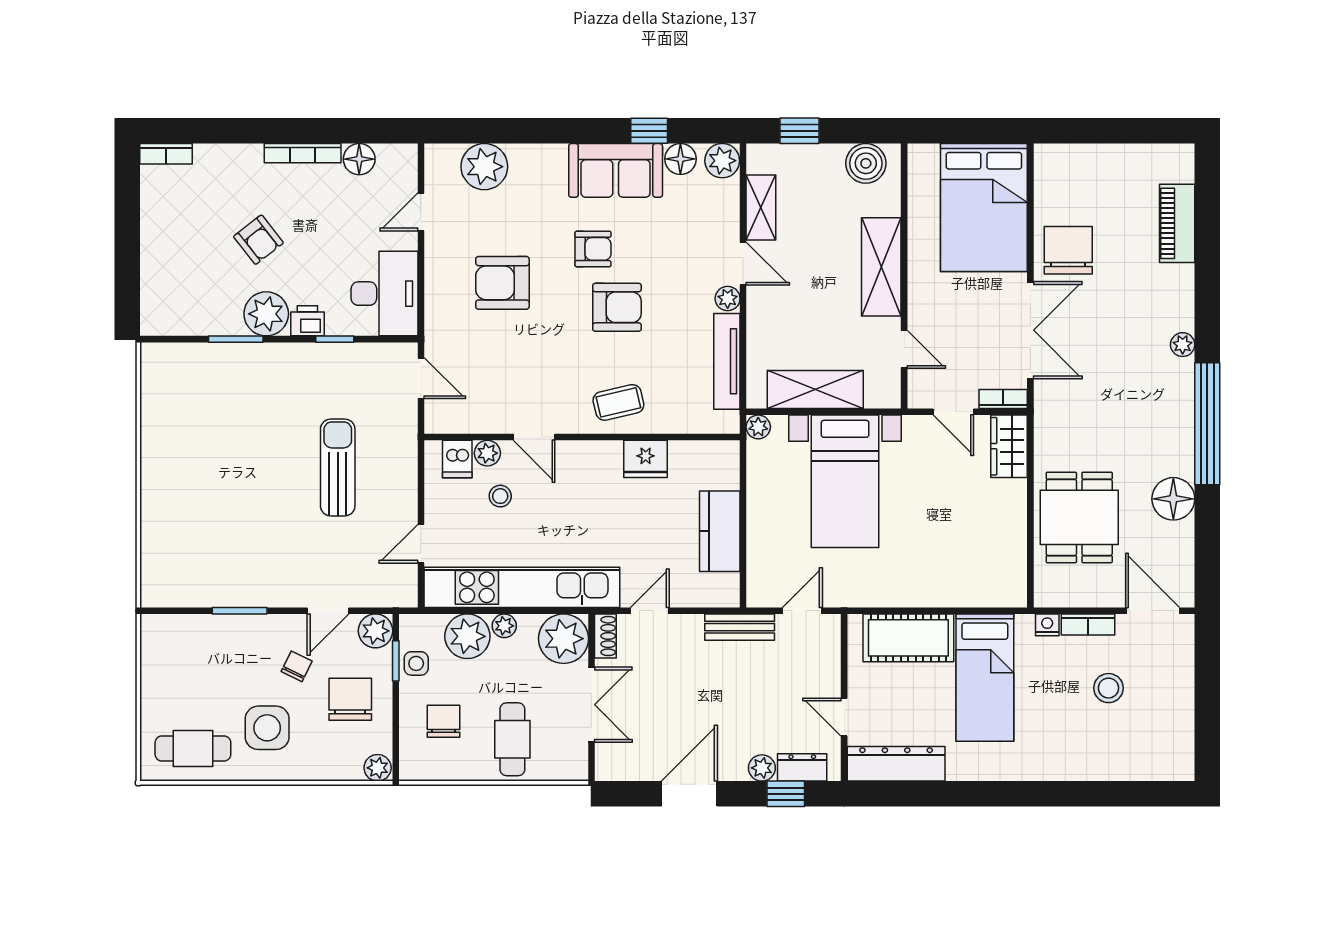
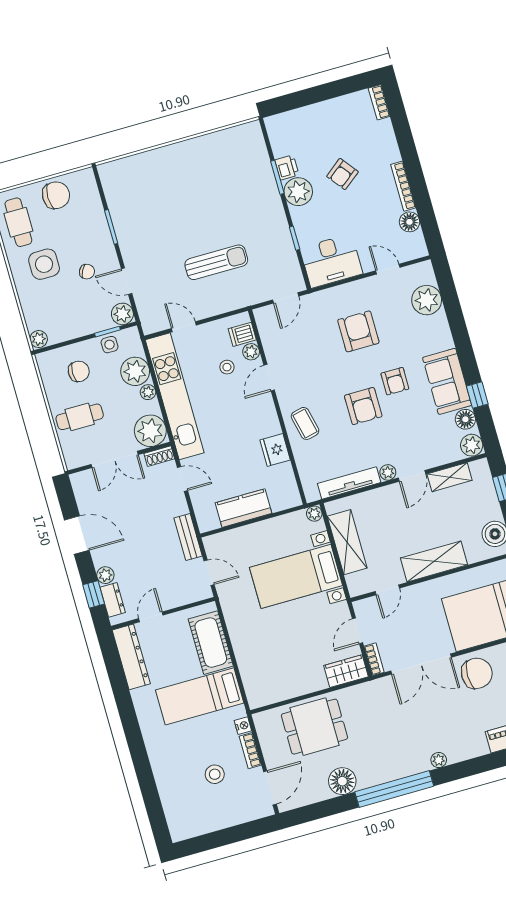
printer: (307, 321) -> (287, 167), moved
chair: (350, 699) -> (56, 195), moved

